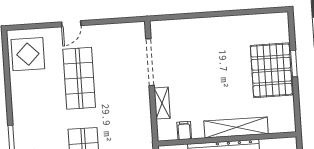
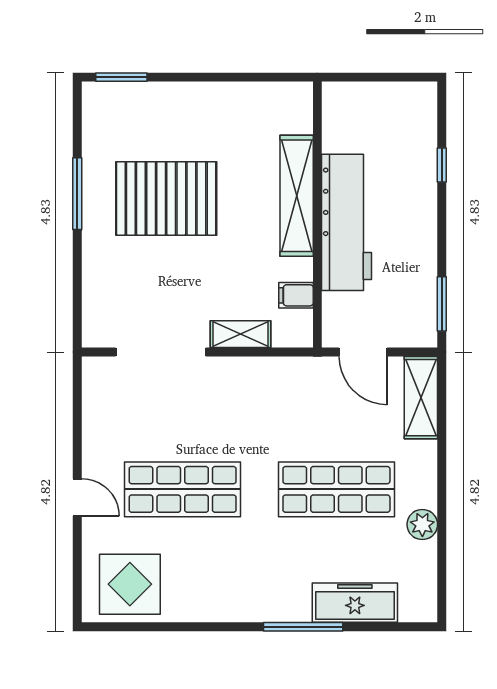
window: (230, 13) -> (77, 194), added
window: (294, 63) -> (121, 77), moved
pallet: (271, 70) -> (166, 198), moved

